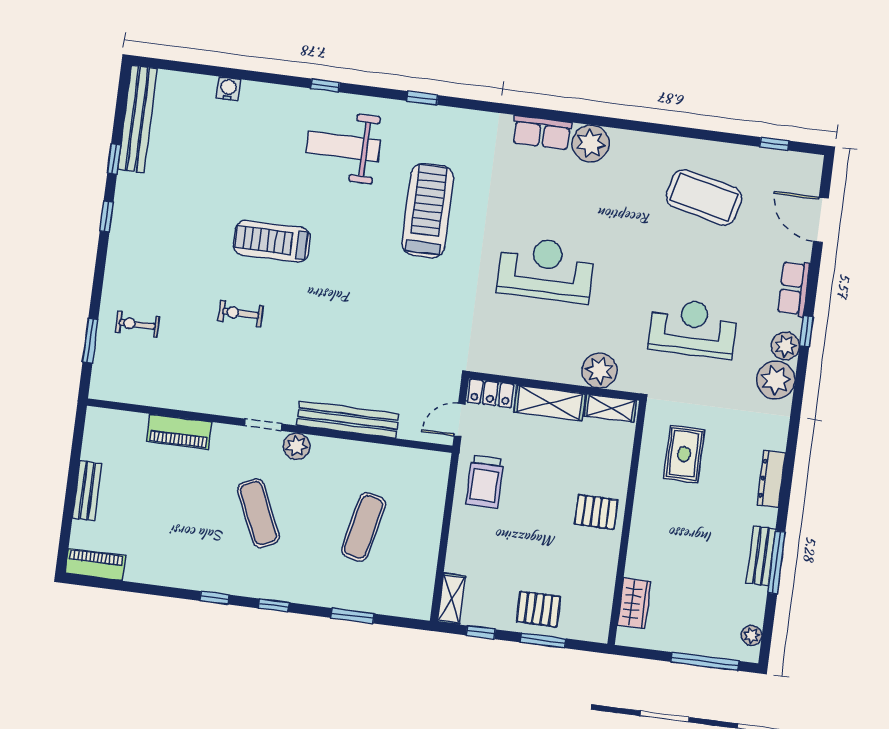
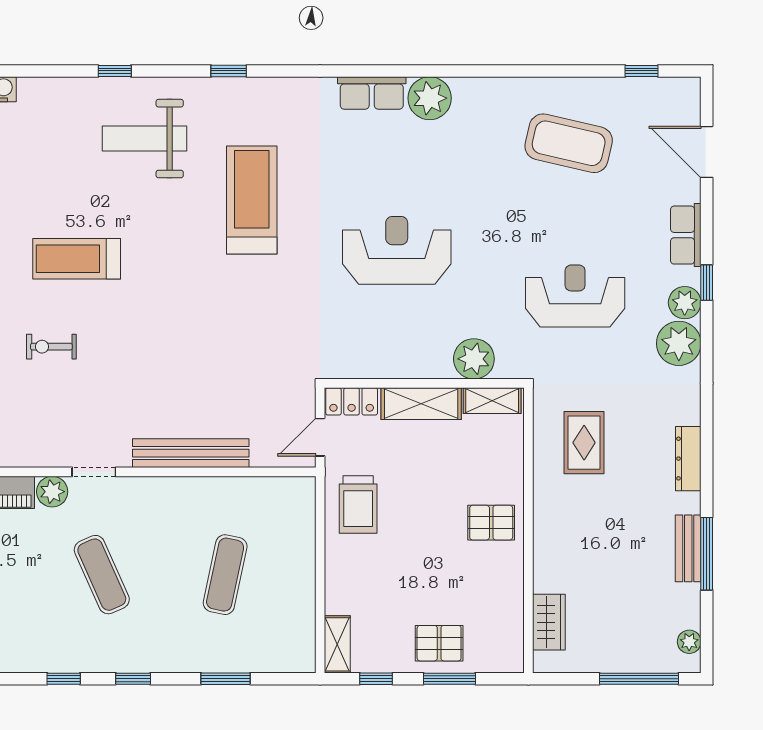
plant: (297, 446) -> (52, 492), moved

